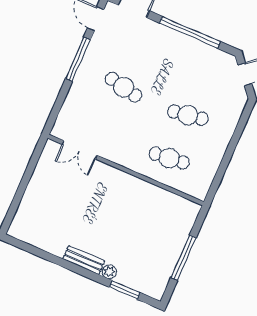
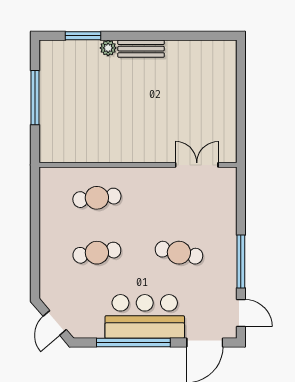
bar counter: (172, 49) -> (145, 316), added

